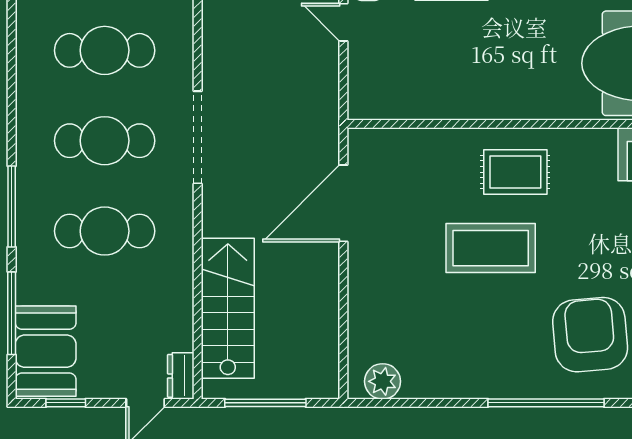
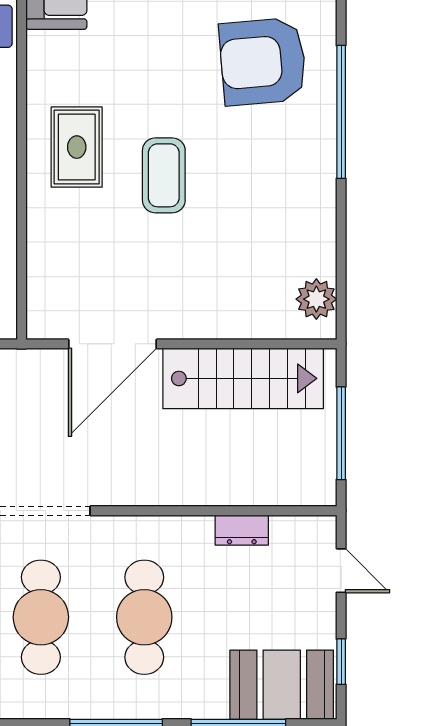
door: (343, 203) -> (112, 344), hinge flipped
coffee table: (491, 248) -> (164, 175), width x0.73, depth x0.76
stairs: (228, 308) -> (243, 378), moved, turned 180
dresser: (181, 376) -> (242, 530), moved

